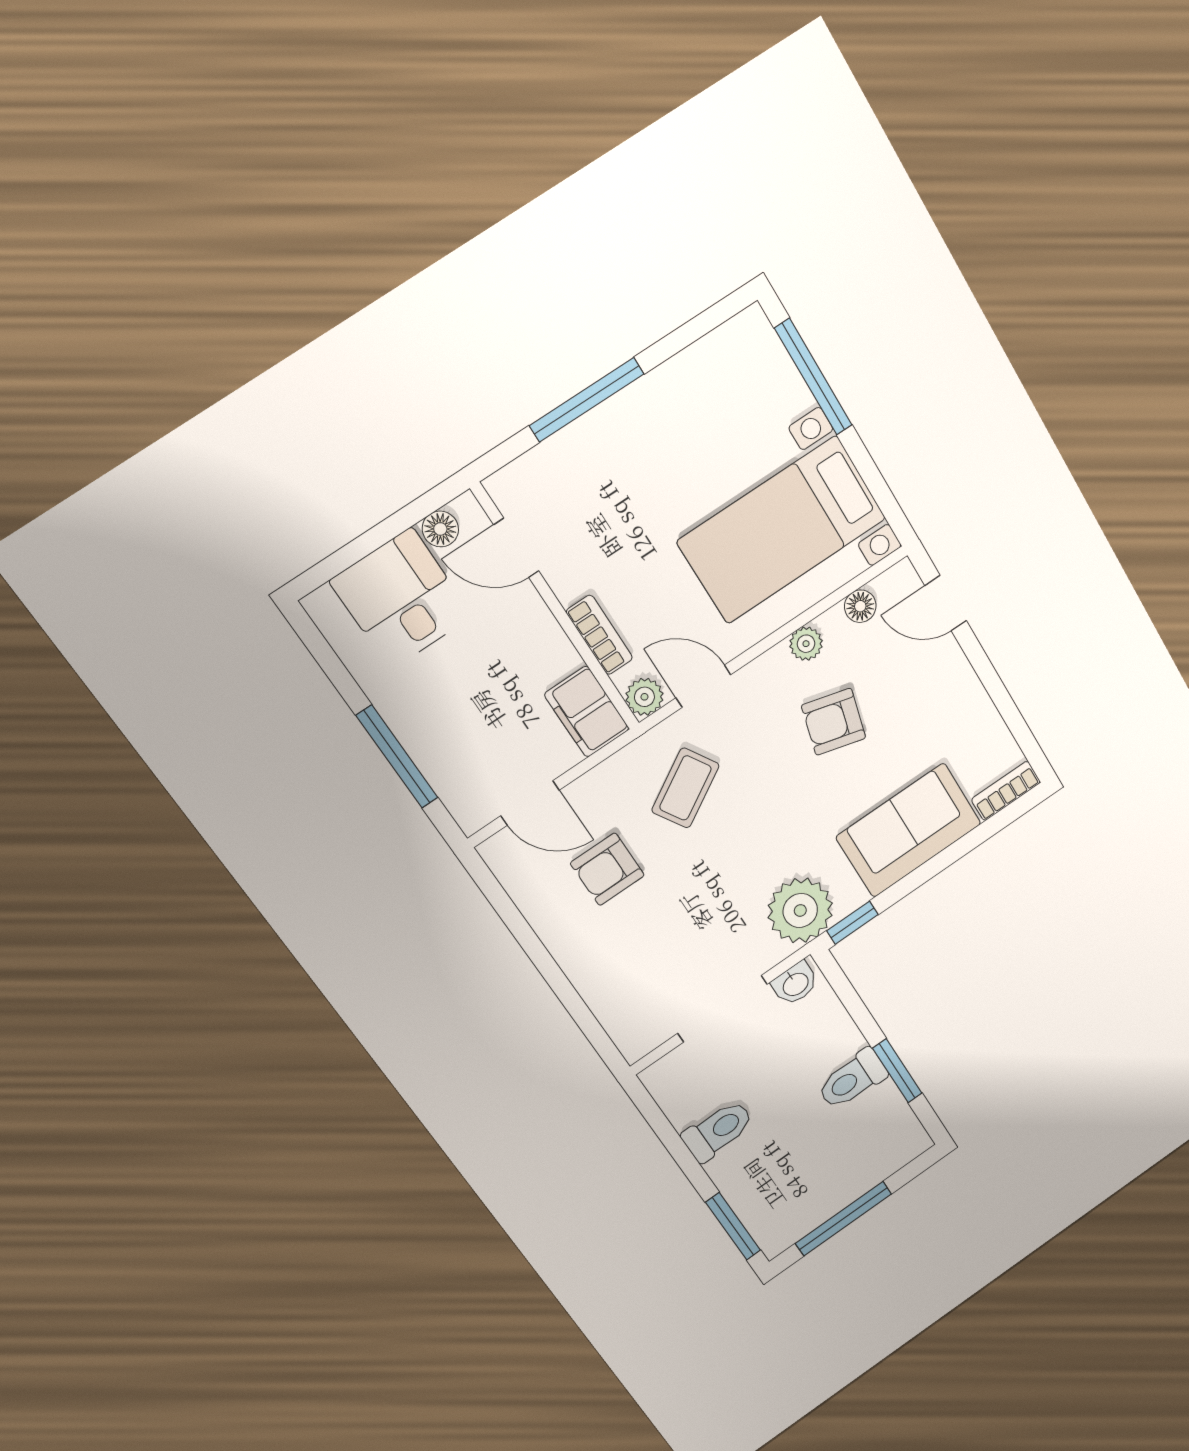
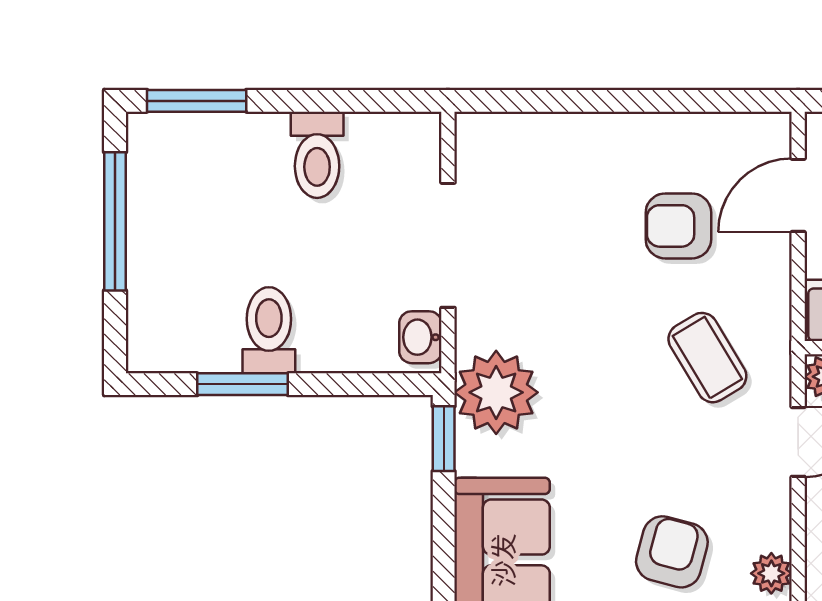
armchair: (607, 869) -> (678, 226), turned -90

